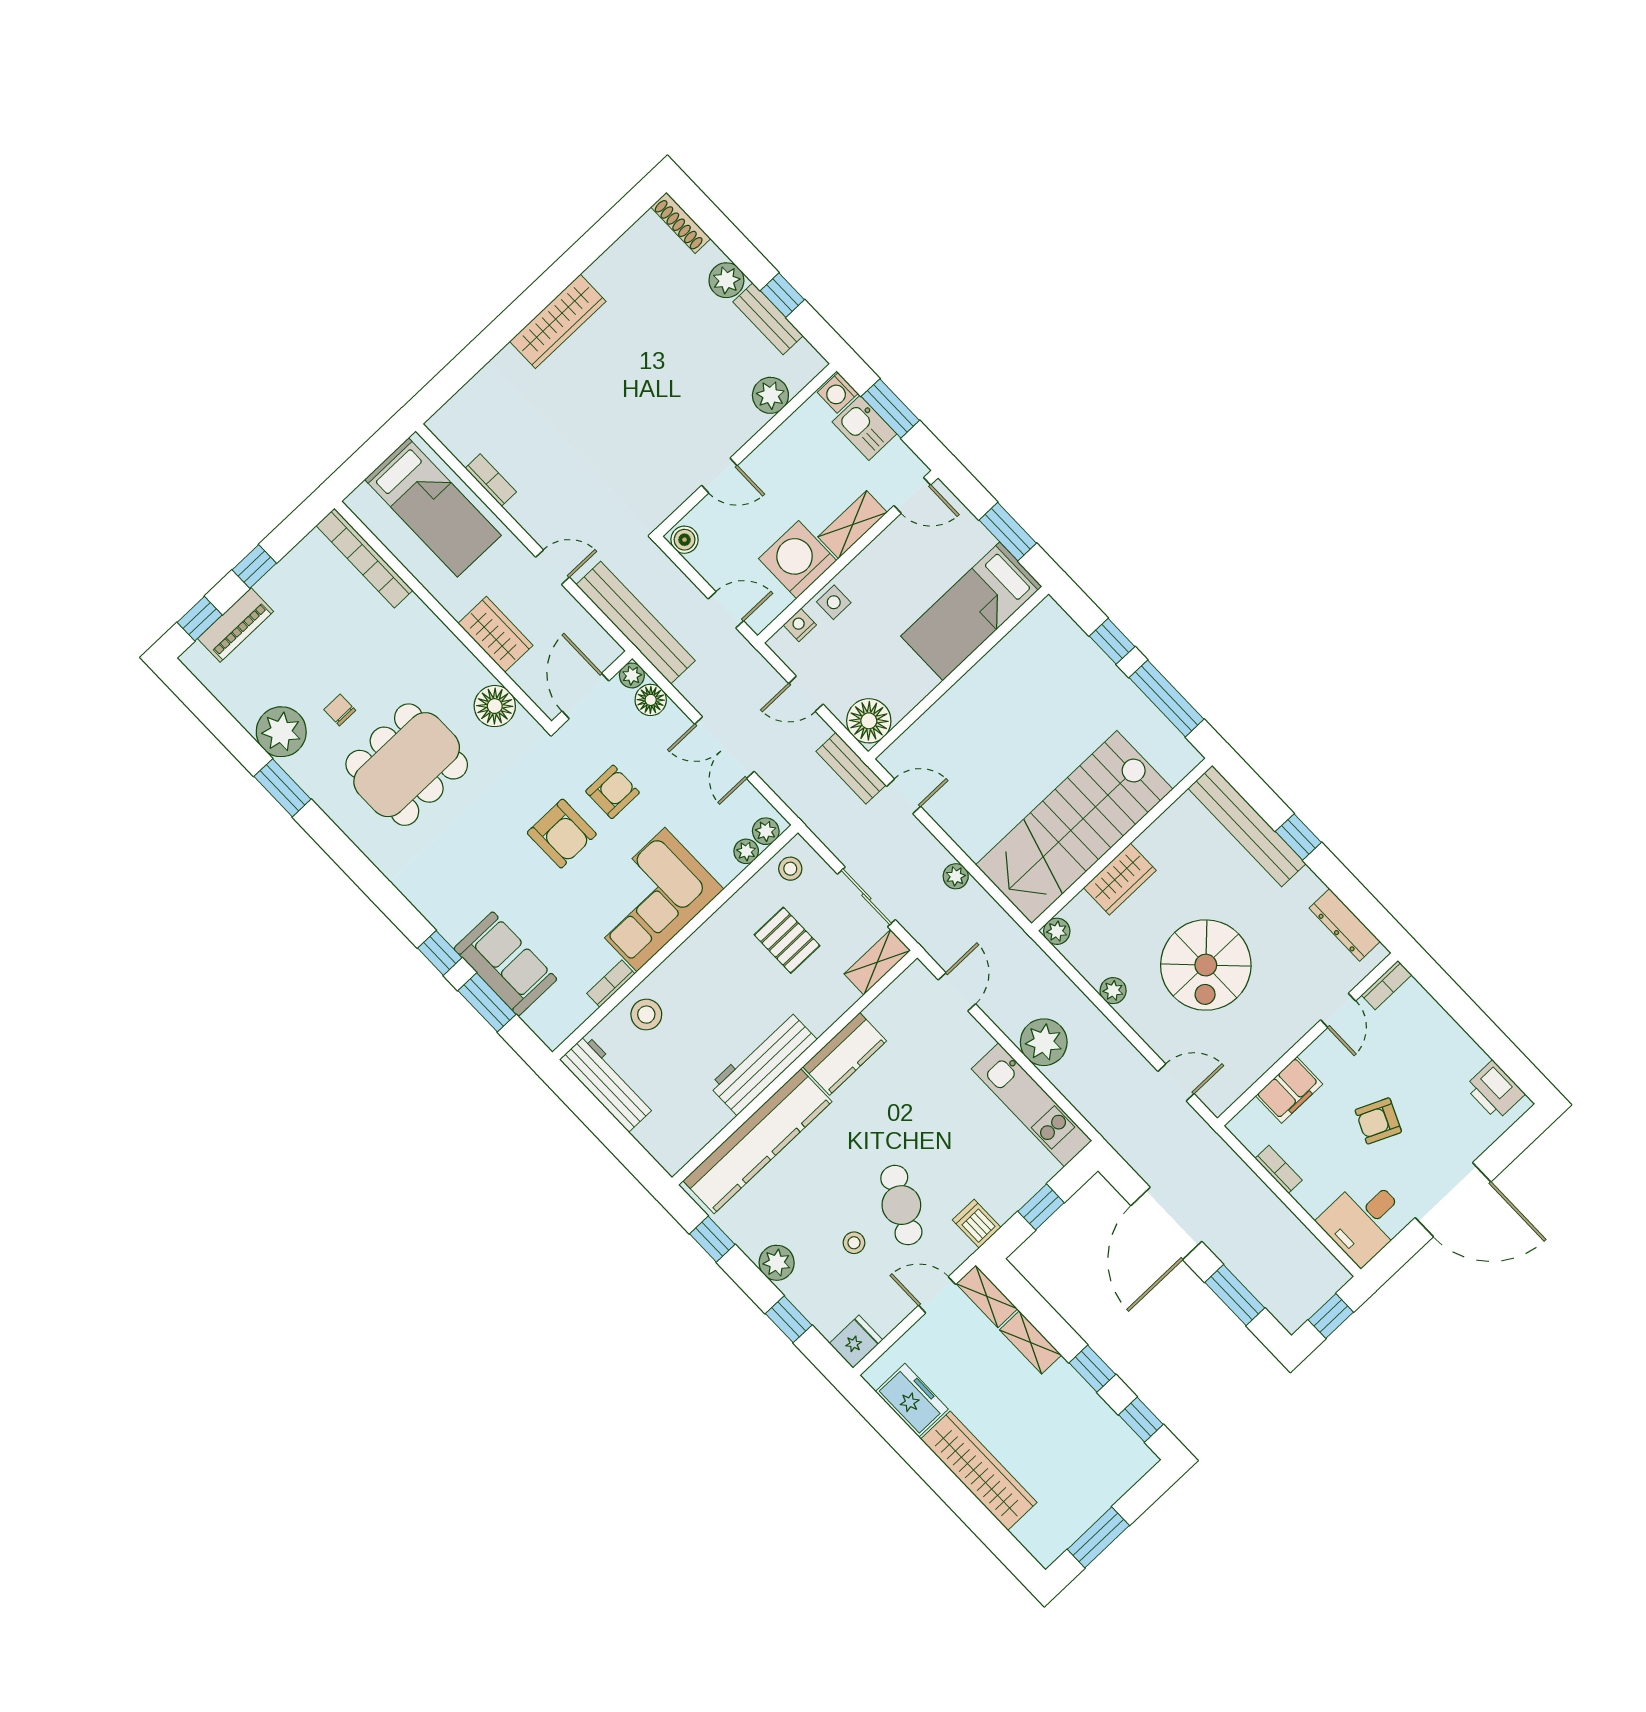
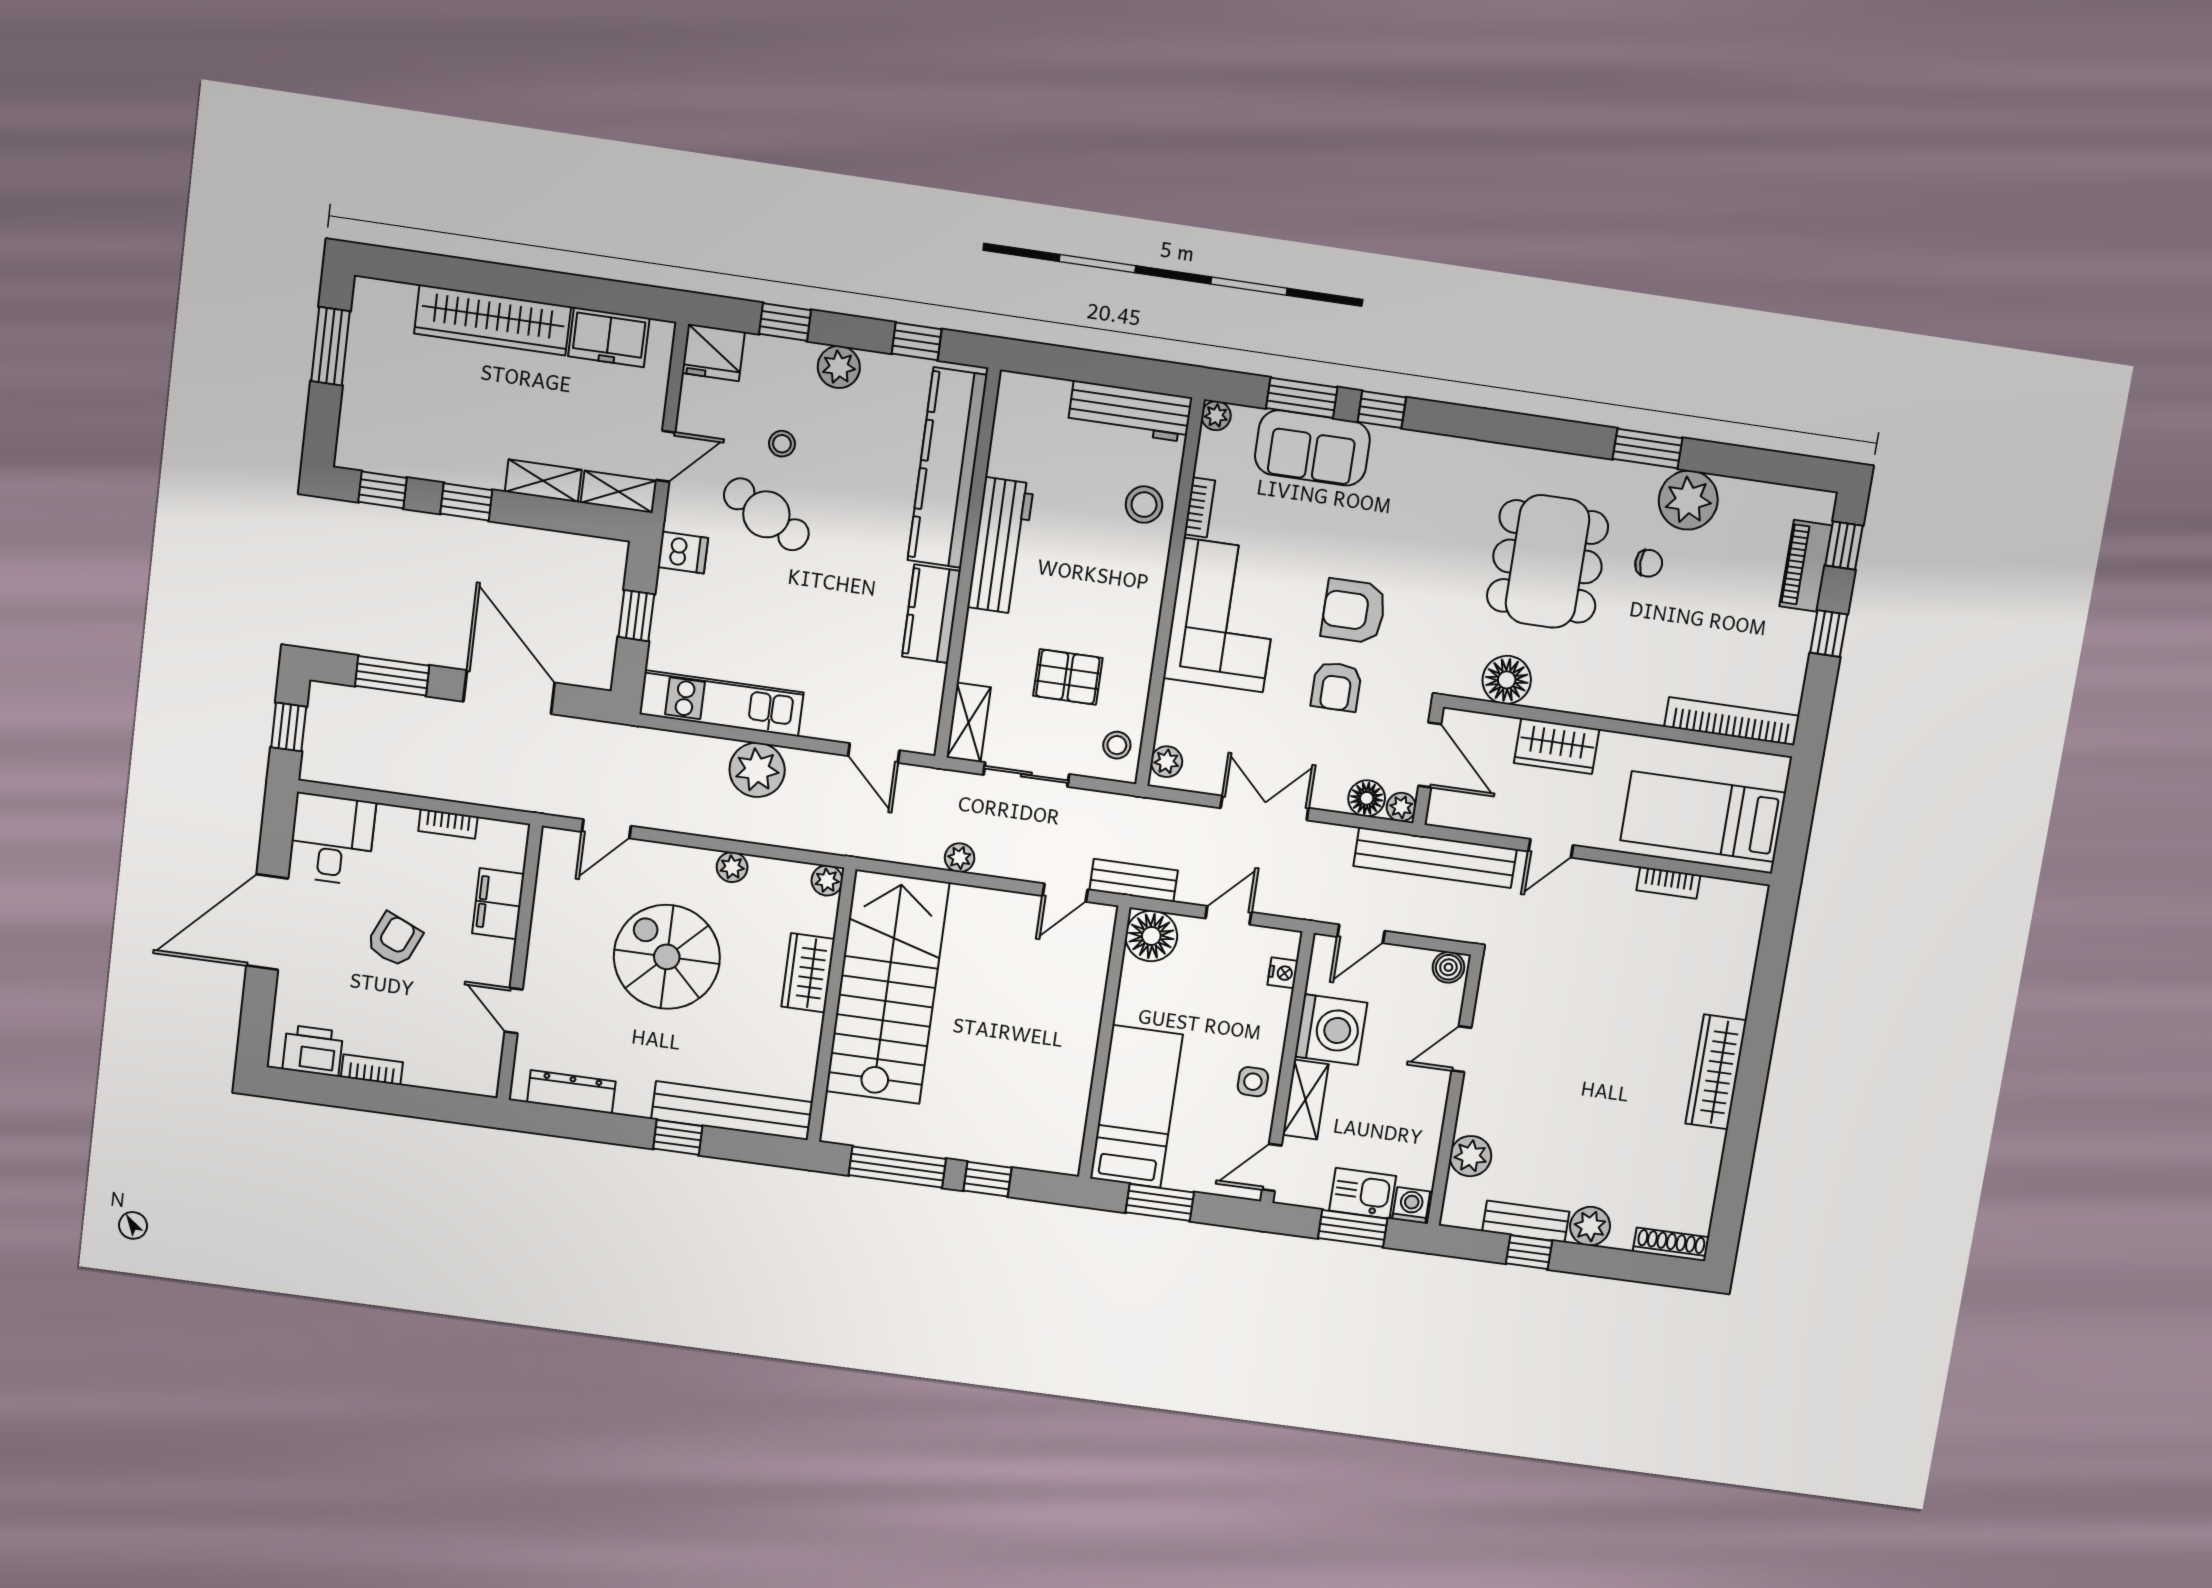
side table: (834, 602) -> (1253, 1082), moved
plant: (746, 851) -> (1216, 416), moved
bookcase: (1386, 985) -> (372, 1070), moved, turned 90
fridge: (856, 1342) -> (713, 352), width x1.38

